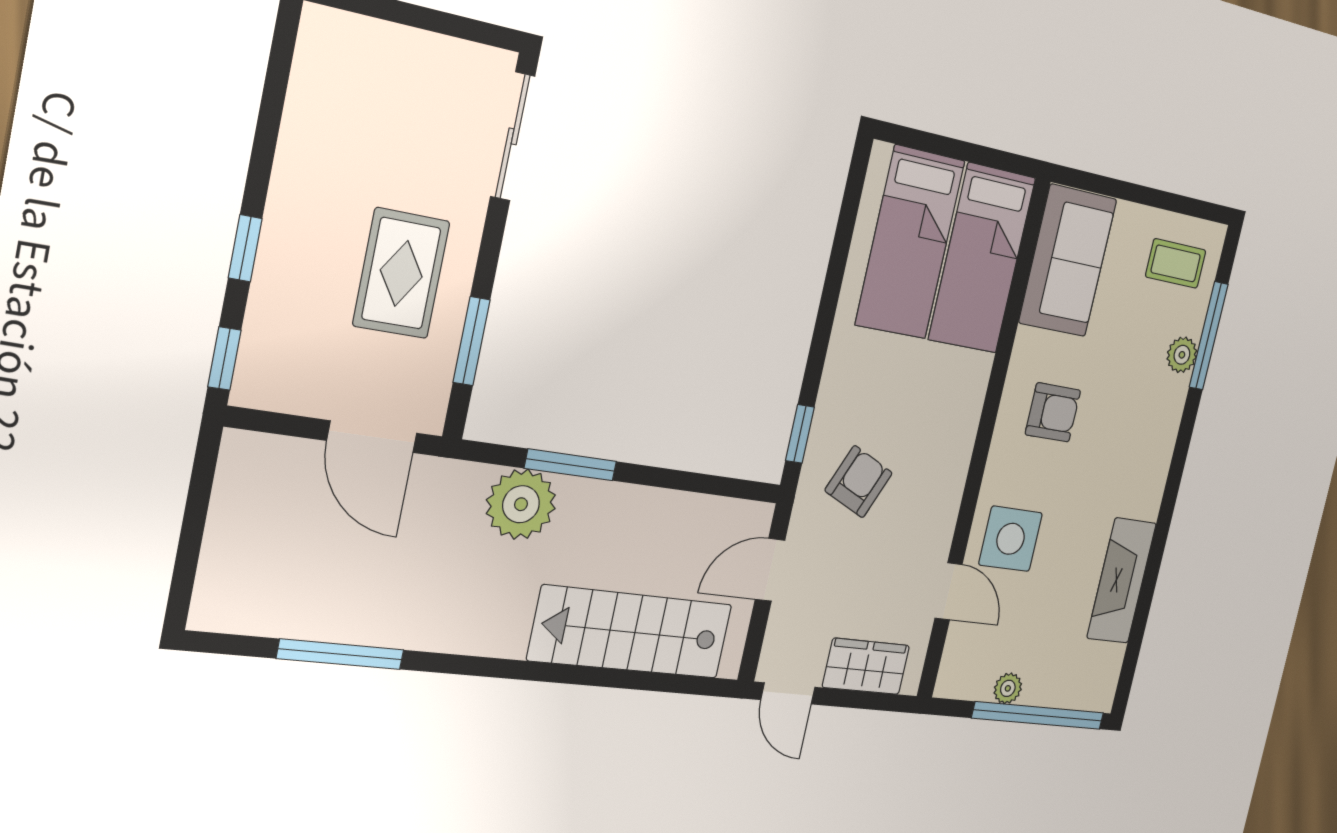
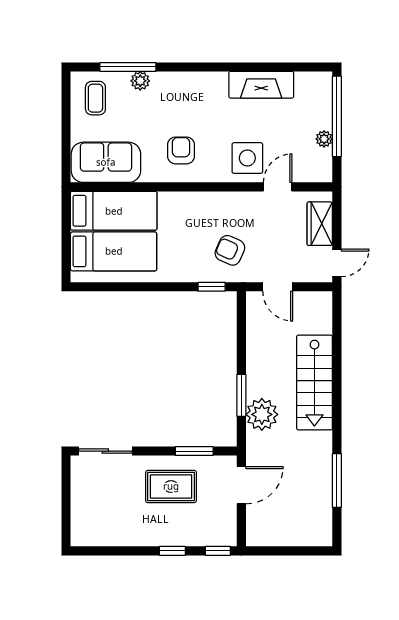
stairs: (631, 632) -> (314, 382), moved

